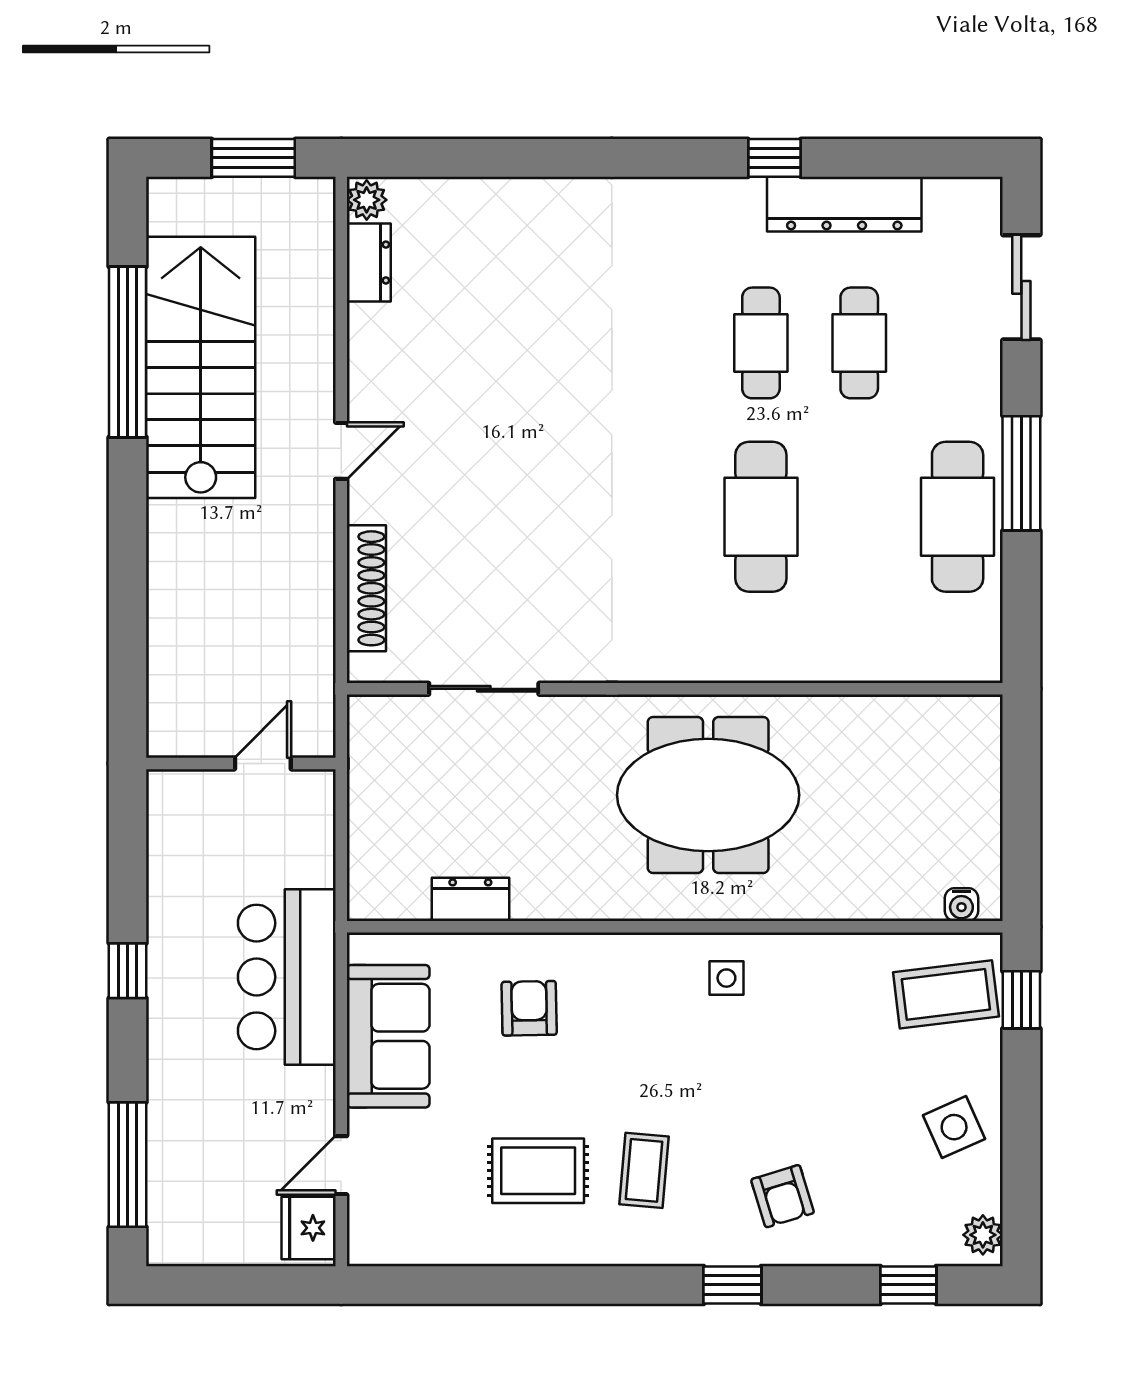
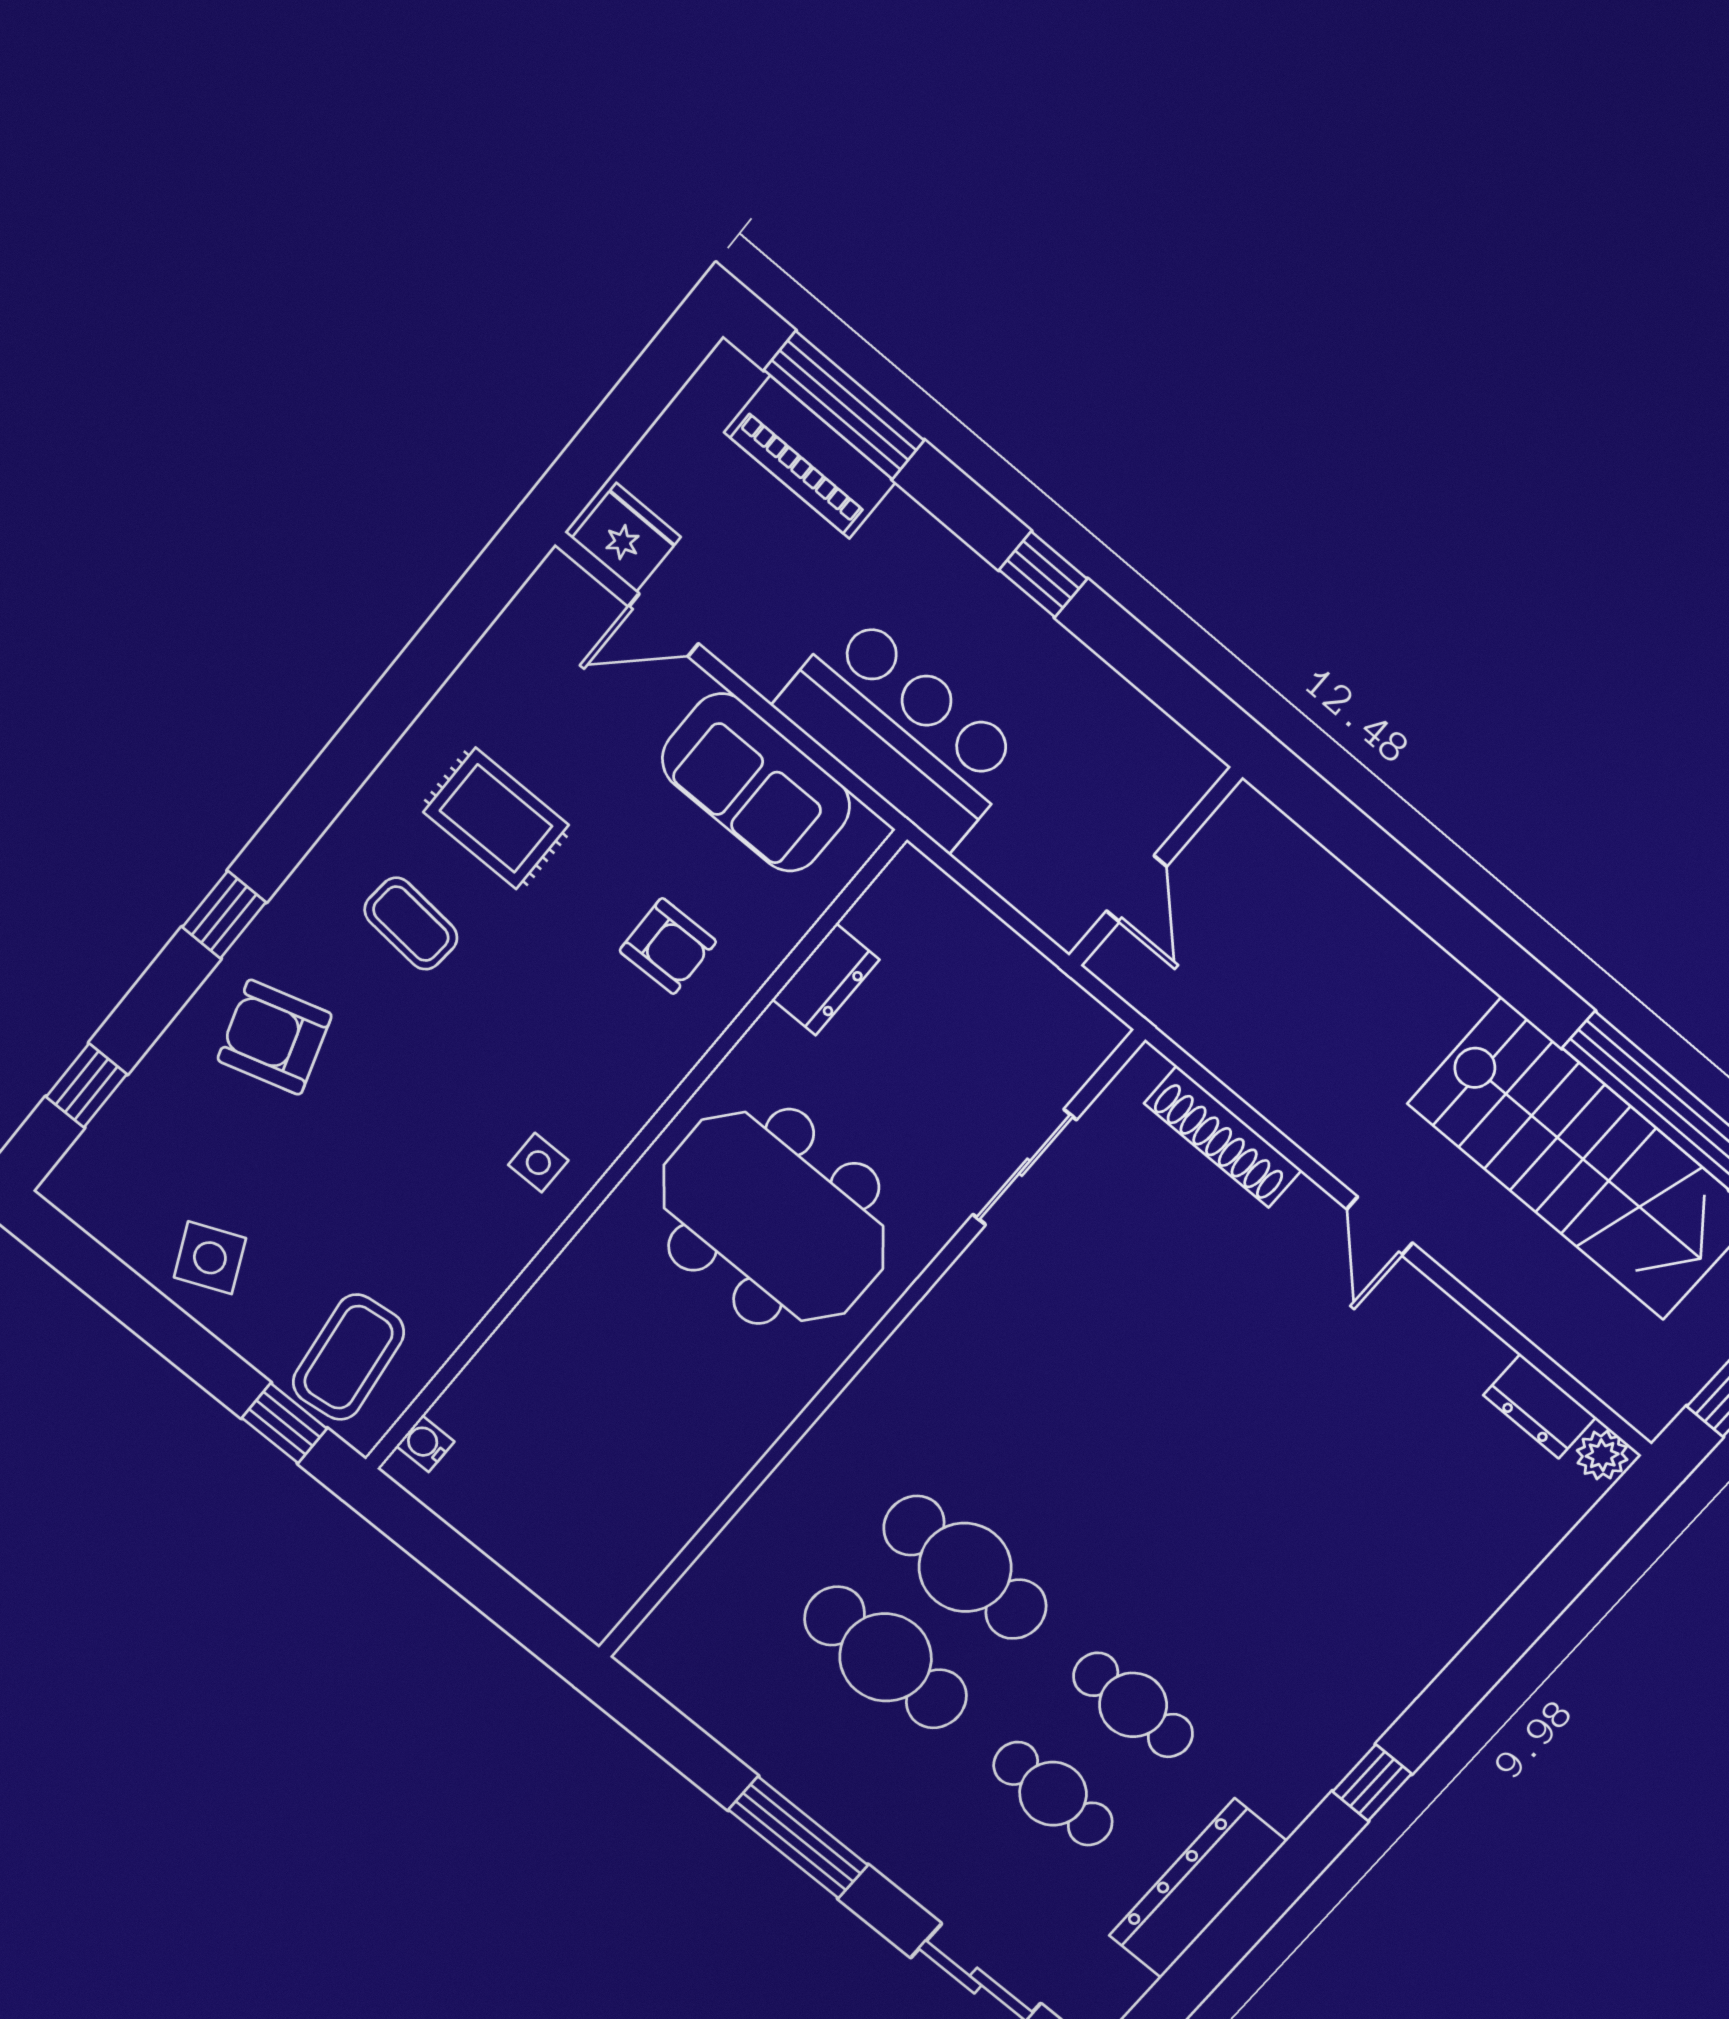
window: (774, 158) -> (1372, 1783), moved
cafe table: (958, 517) -> (886, 1657), moved
meeting table: (708, 795) -> (773, 1217), moved, turned 90
piano: (174, 1160) -> (810, 457), added
door: (341, 1165) -> (664, 625), swing flipped
rug: (538, 1171) -> (496, 818), turned 90
armchair: (783, 1196) -> (275, 1037), width x1.38, depth x1.38
plant: (983, 1235) -> (80, 1198), removed

